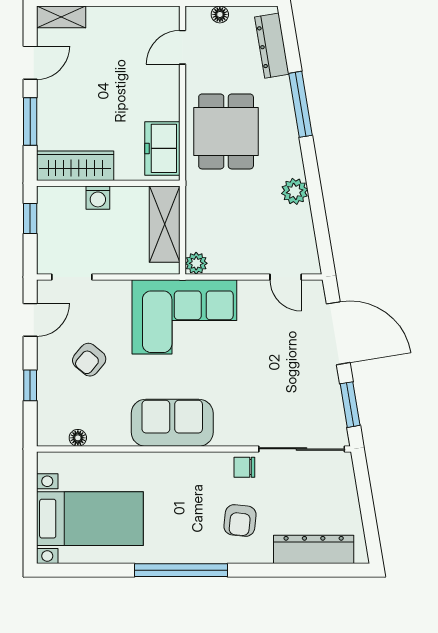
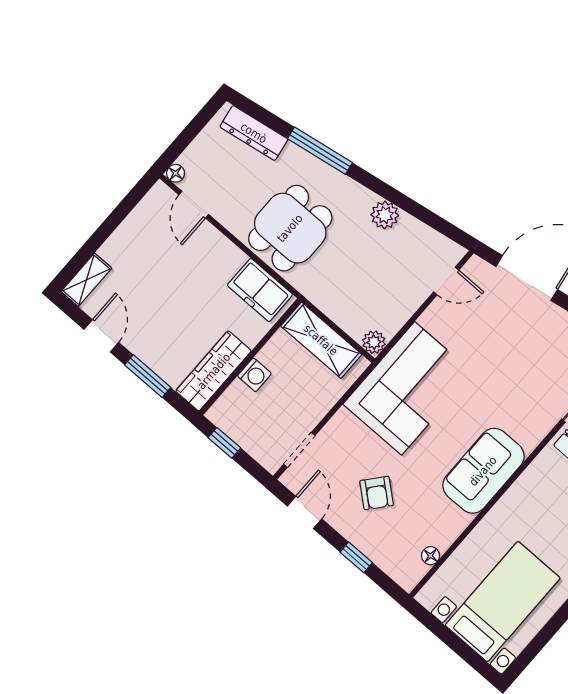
floor lamp: (220, 14) -> (176, 173), moved
dining table: (226, 131) -> (290, 228), turned 90

